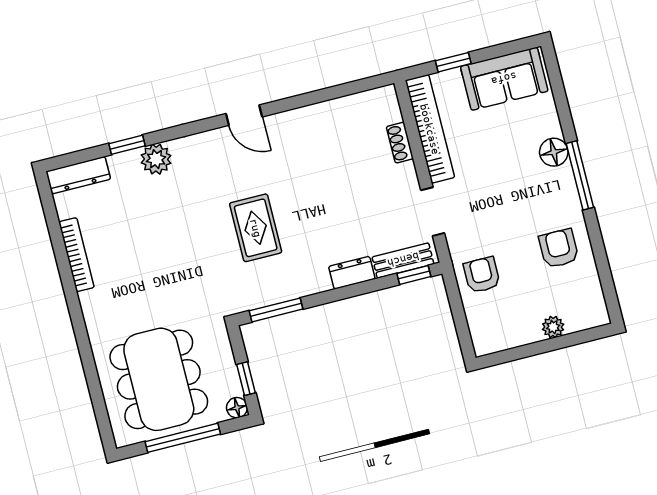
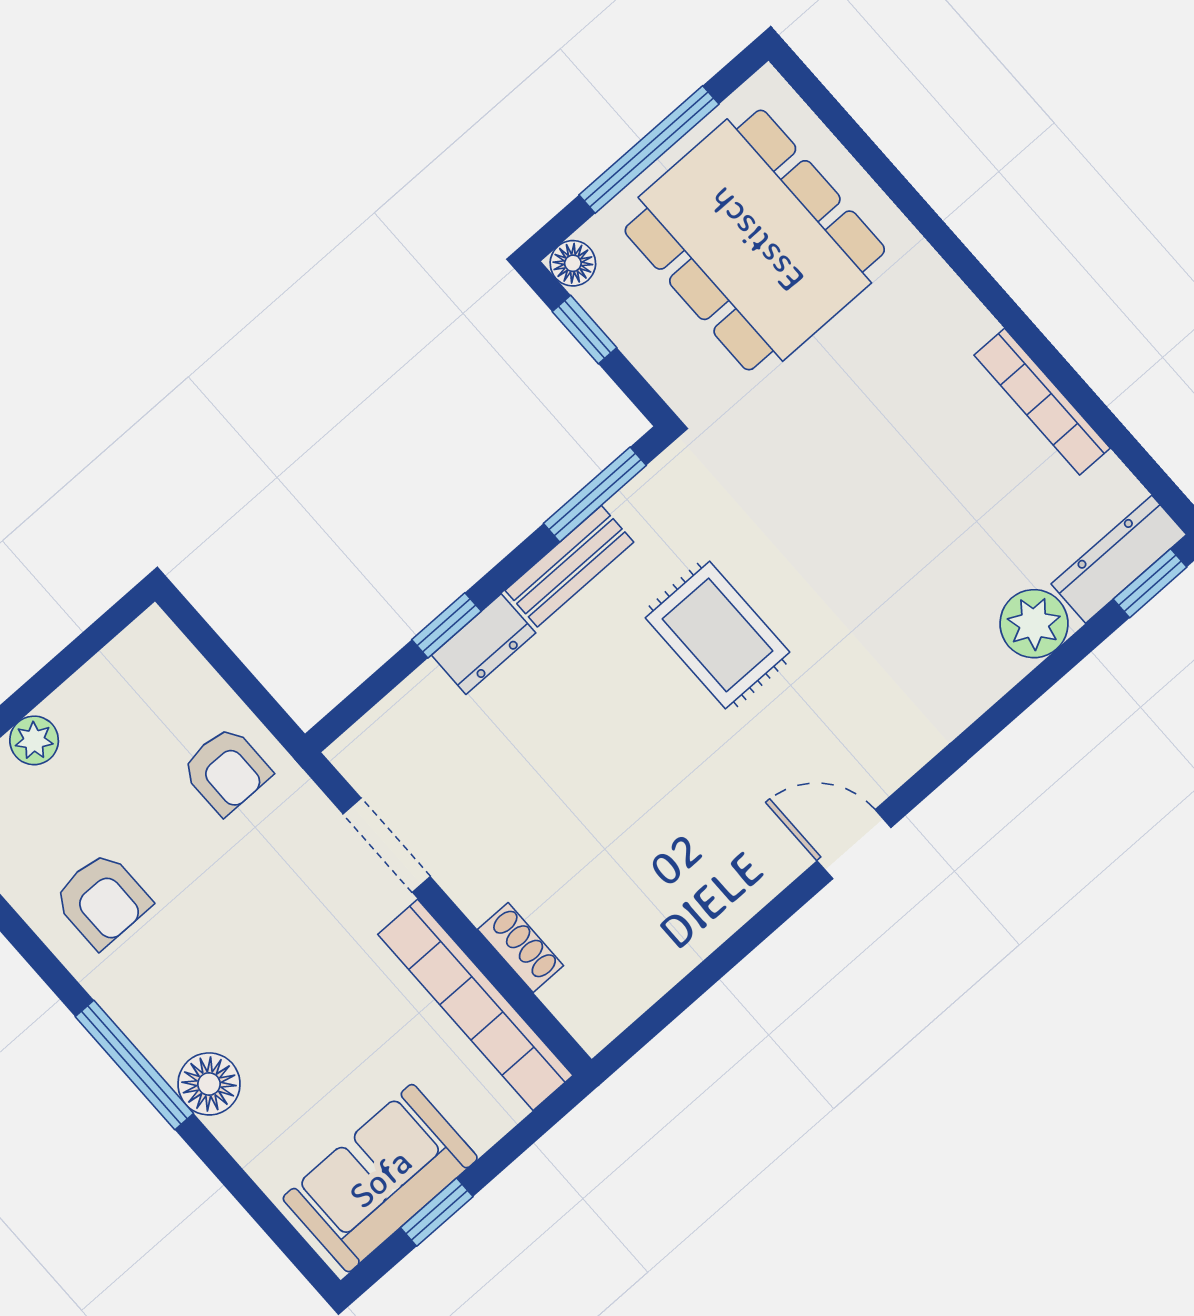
window: (453, 62) -> (437, 1212), moved
window: (127, 145) -> (1150, 583), moved
plant: (156, 159) -> (1034, 624), moved
bench: (403, 260) -> (569, 566), moved
window: (414, 275) -> (446, 625), moved

